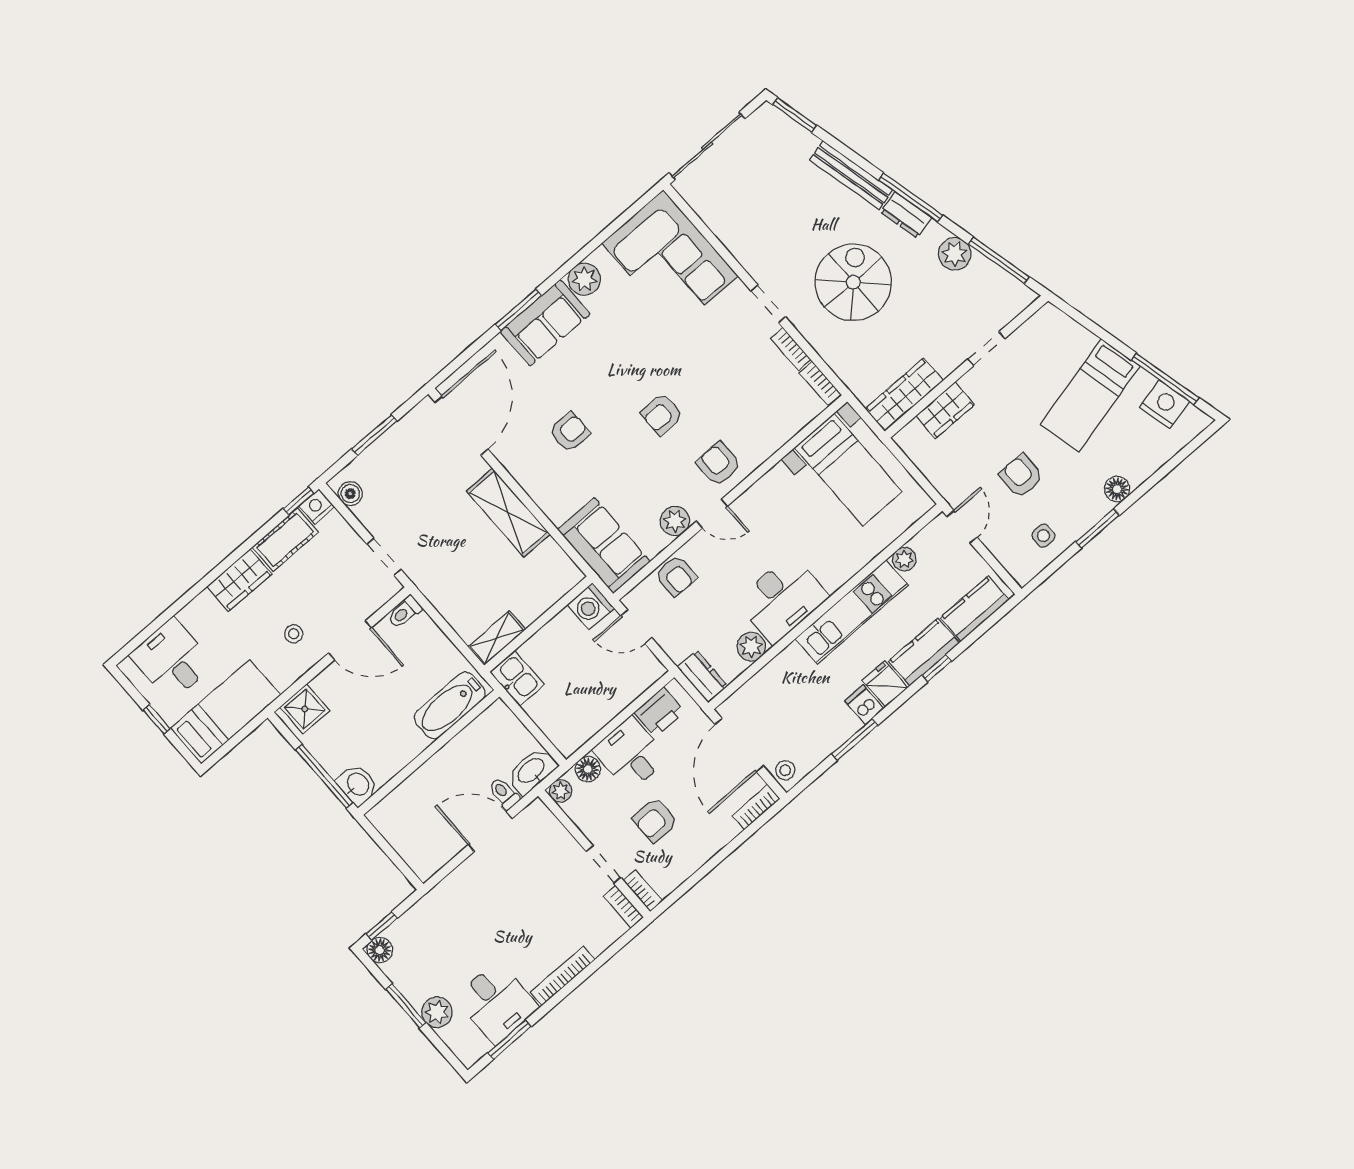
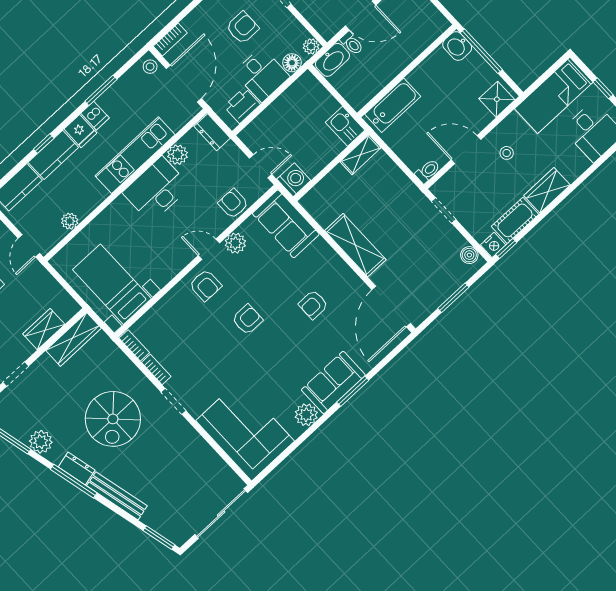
kitchen unit: (852, 612) -> (135, 155), moved

